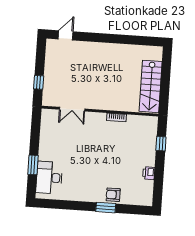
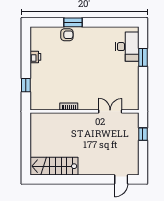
stairs: (151, 86) -> (54, 166), moved, turned -90

